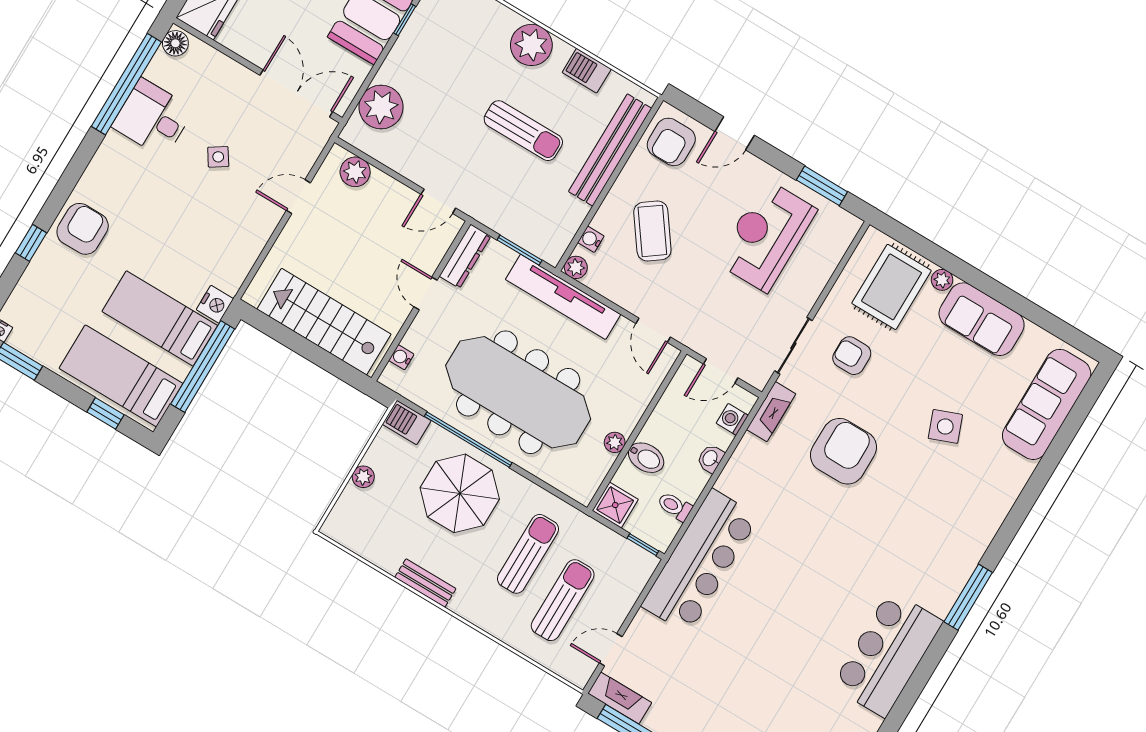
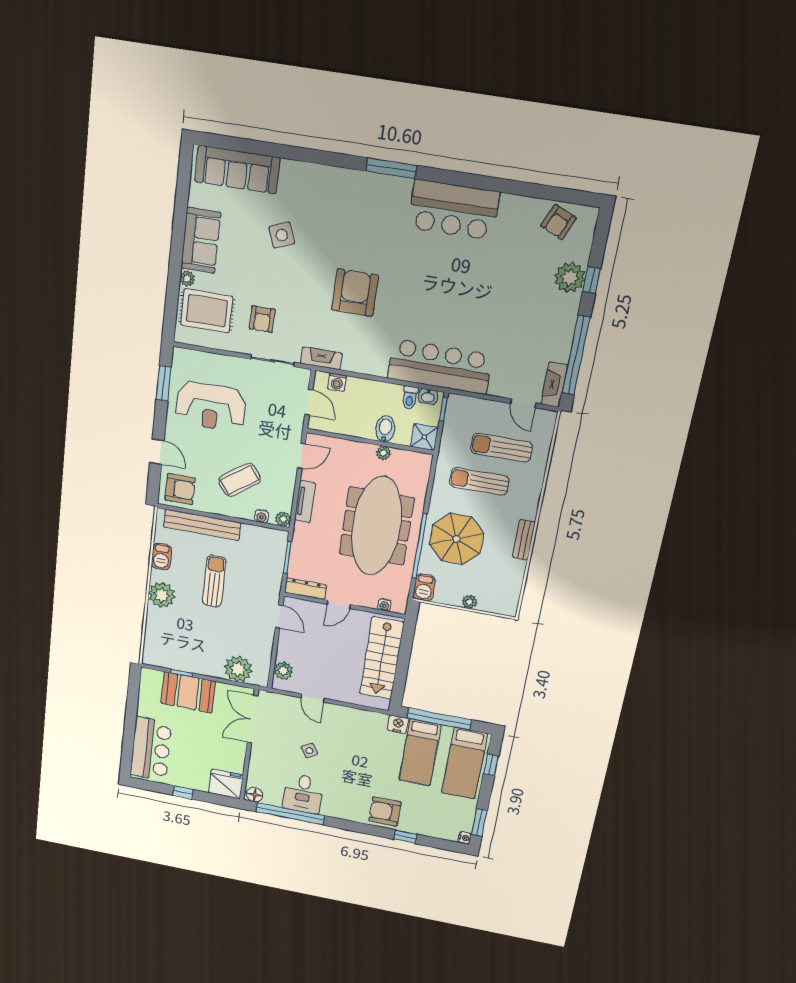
tv unit: (563, 297) -> (305, 501), width x0.52, depth x0.78
armchair: (843, 451) -> (355, 293), moved, turned 90
washbasin: (710, 458) -> (428, 397), moved

